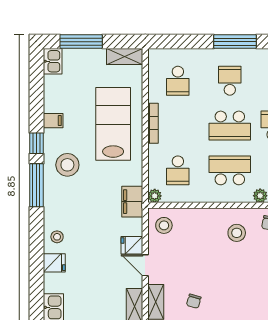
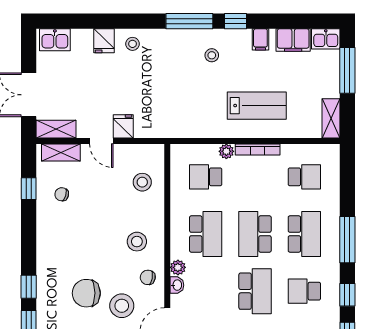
school desk: (178, 81) -> (304, 177), turned 180
school desk: (230, 81) -> (304, 234), width x1.85
lab bench: (113, 124) -> (257, 106), width x0.73, depth x0.72
stool: (67, 165) -> (212, 55), width x0.53, depth x0.53
plant: (155, 196) -> (226, 151), moved
filing cabinet: (132, 202) -> (293, 40), moved, turned 180
stool: (164, 225) -> (142, 182), moved
door: (145, 265) -> (101, 141), swing flipped

